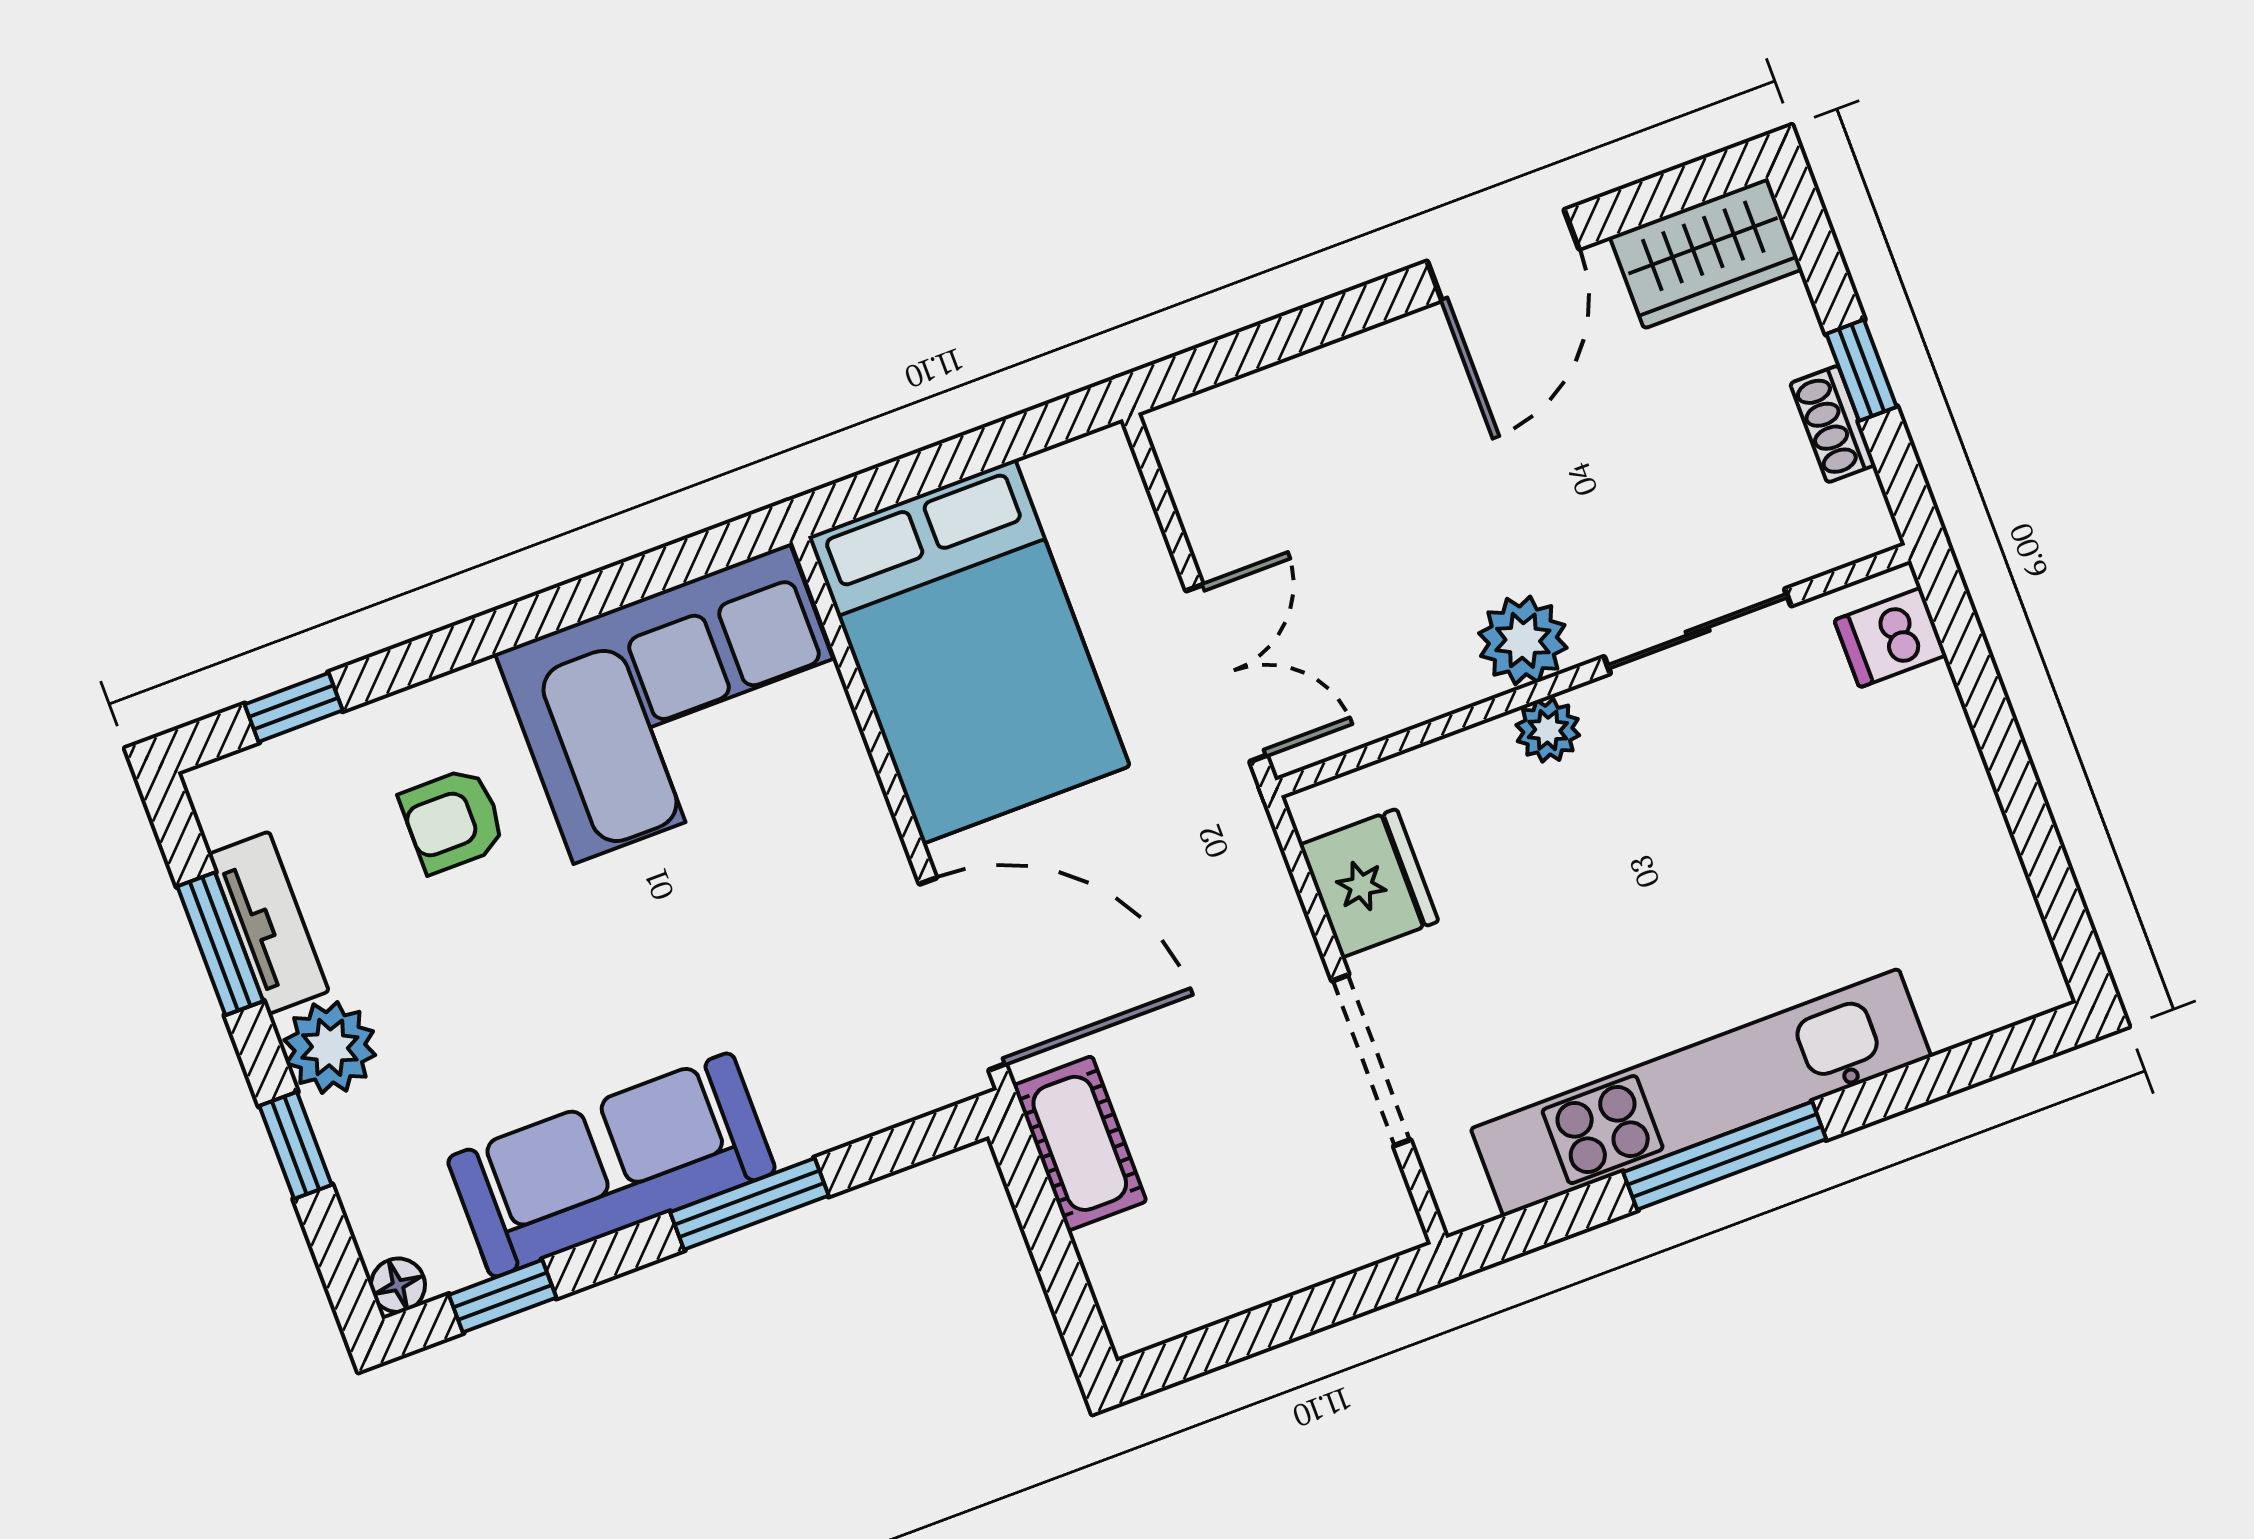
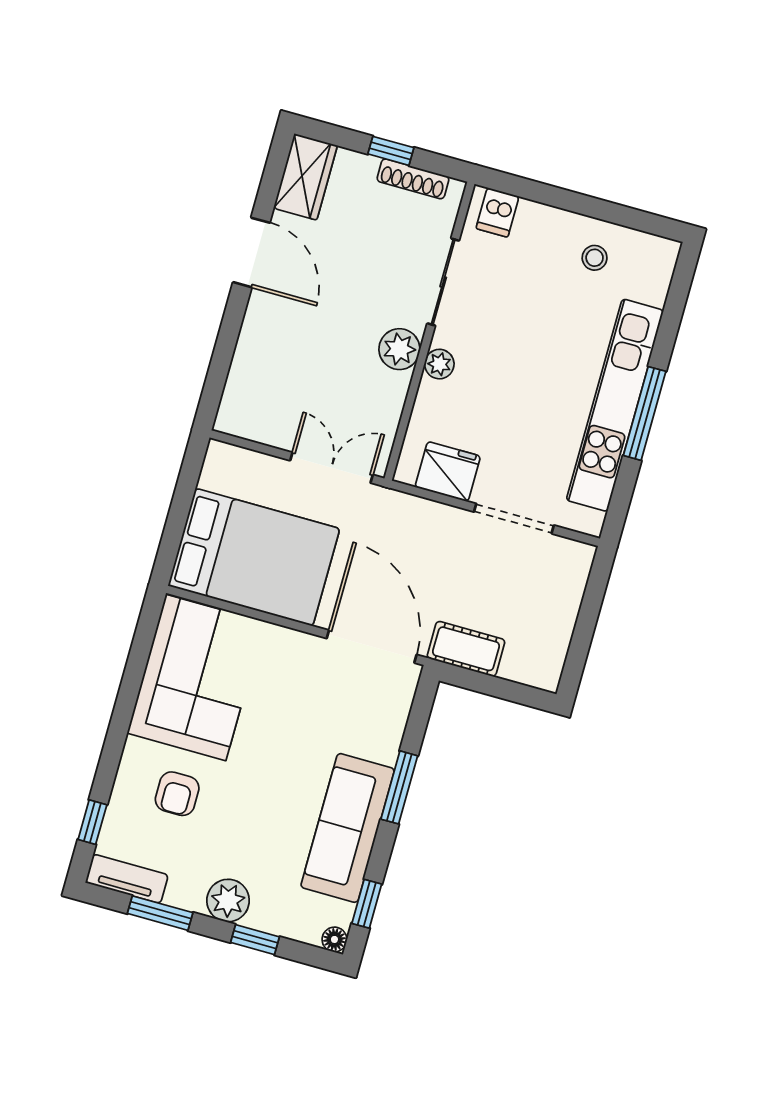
shoe rack: (1833, 424) -> (413, 179), width x1.43
stool: (1935, 867) -> (595, 258), added
tv unit: (269, 923) -> (127, 879), moved
door: (963, 974) -> (372, 646), hinge flipped

